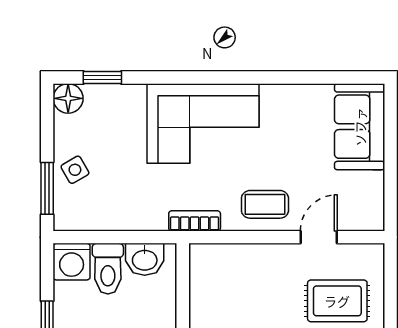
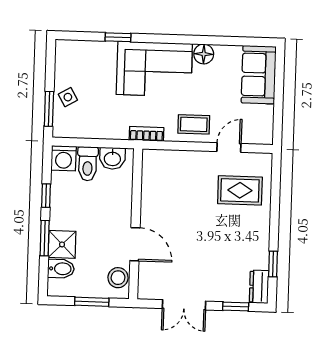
window: (102, 78) -> (118, 37), moved
floor lamp: (68, 98) -> (204, 54), moved

